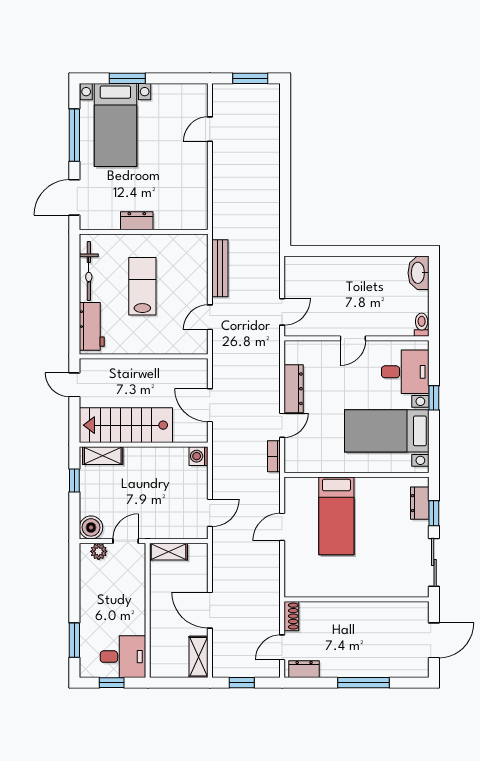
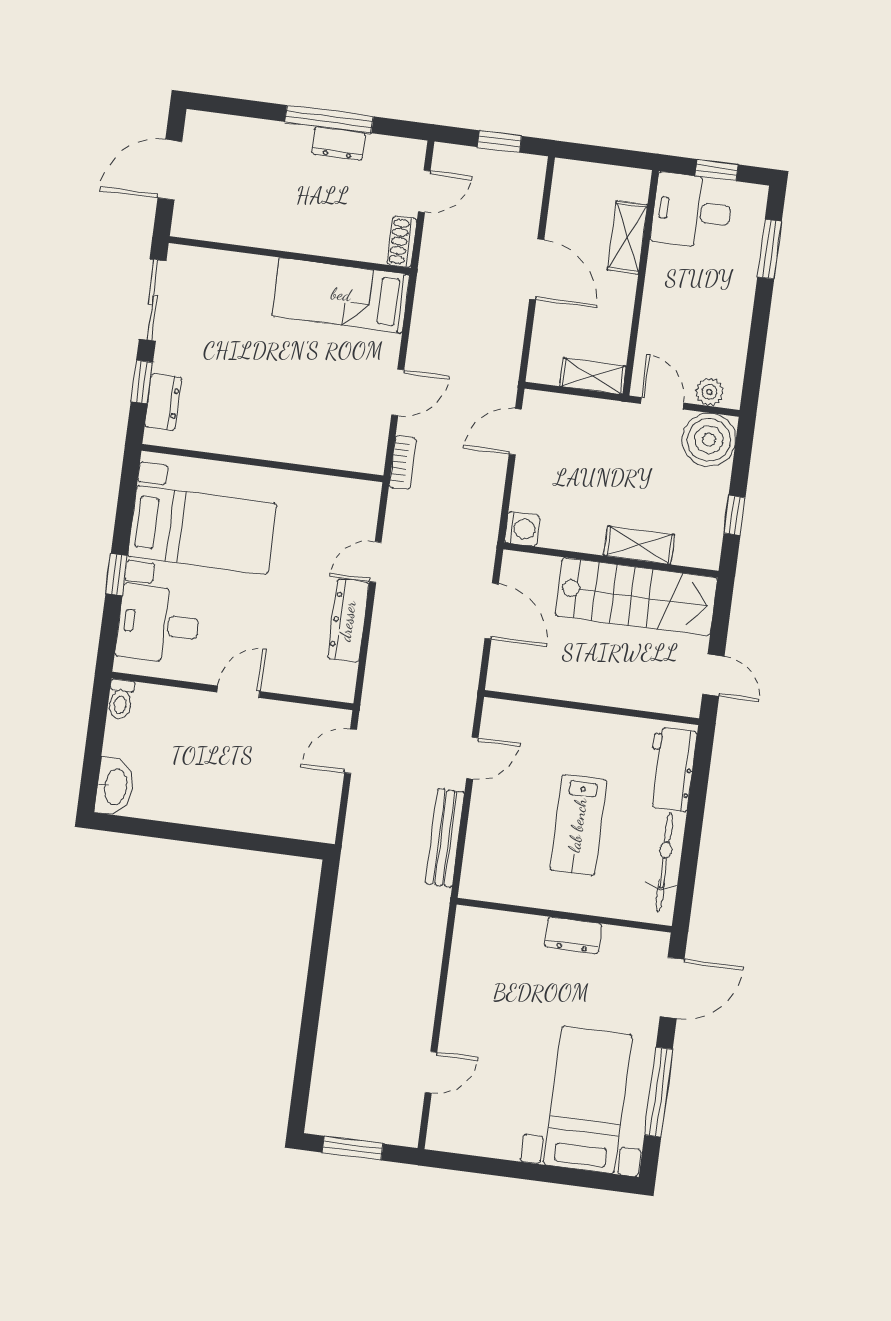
window: (127, 78) -> (558, 1175), removed
shelving: (103, 456) -> (639, 545), moved
bookcase: (274, 456) -> (403, 463), moved
bed: (336, 516) -> (341, 295), moved, turned -90
boiler: (91, 527) -> (709, 440), width x1.37, depth x1.37
door: (126, 541) -> (662, 403), swing flipped
shelving: (199, 657) -> (627, 237), moved
dresser: (304, 669) -> (338, 143), moved
window: (364, 683) -> (329, 119), moved

